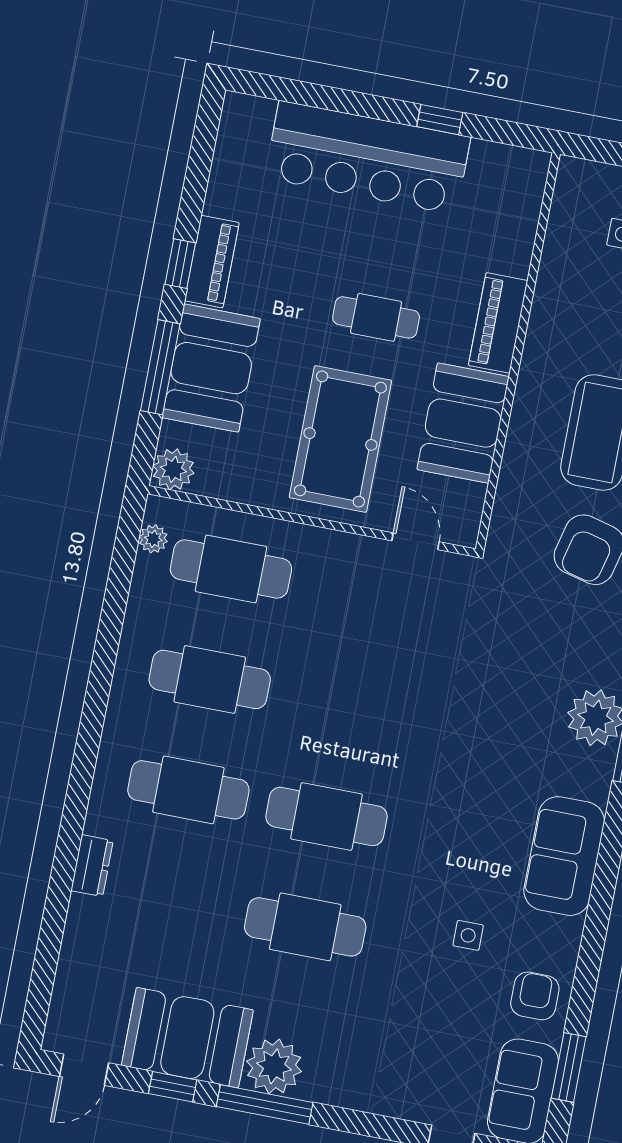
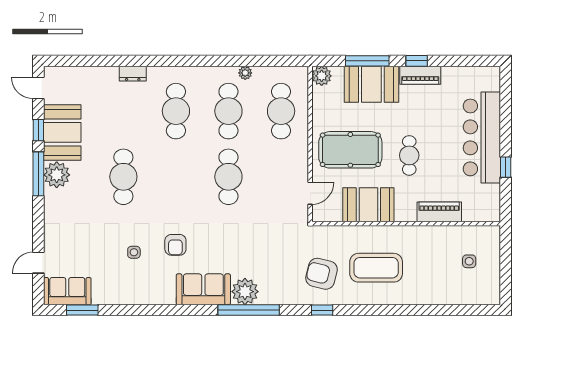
piano: (498, 323) -> (439, 212), moved
plant: (153, 539) -> (245, 73), moved
cafe table: (326, 816) -> (228, 177), moved
sofa: (564, 856) -> (203, 289), moved
armchair: (535, 996) -> (175, 245), moved, turned 90

